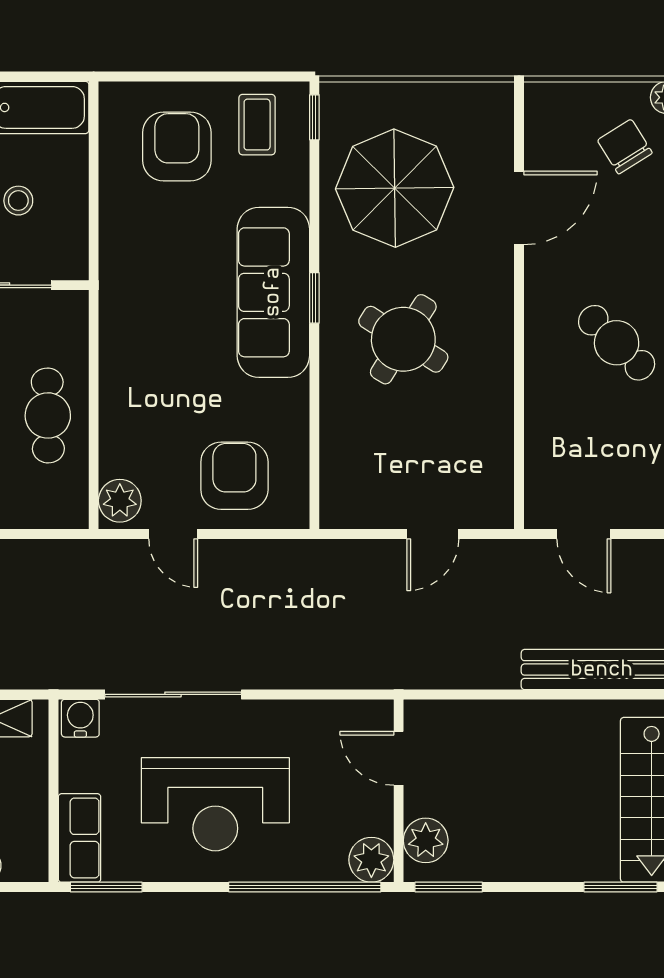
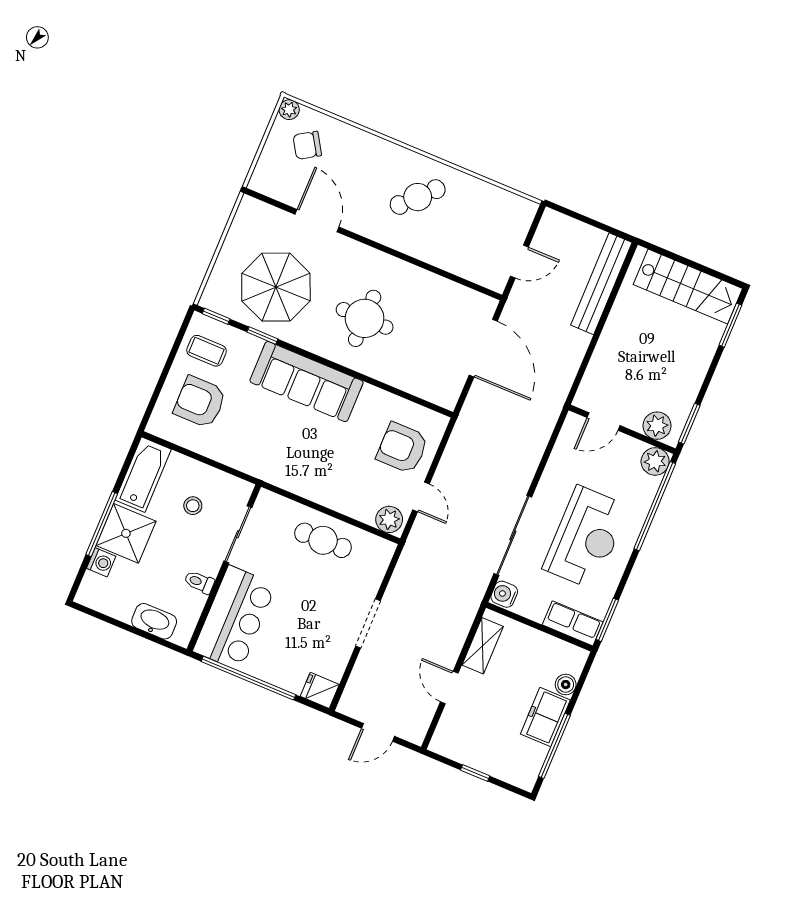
window: (314, 298) -> (262, 336), moved
round table: (403, 339) -> (365, 318), turned -32
door: (173, 534) -> (421, 497), hinge flipped
door: (433, 534) -> (483, 348), width x1.87

